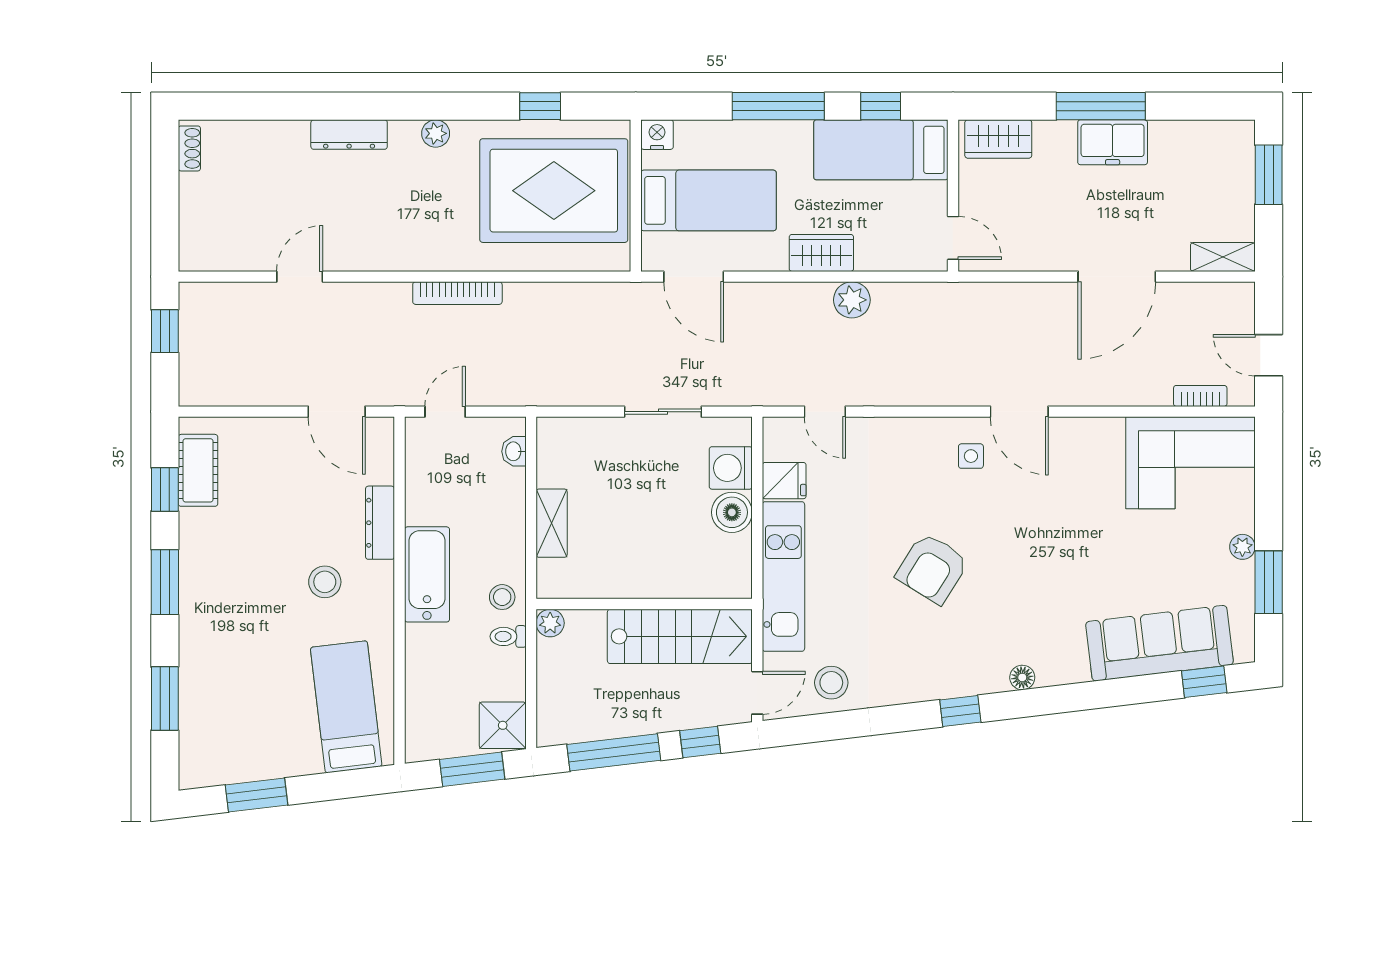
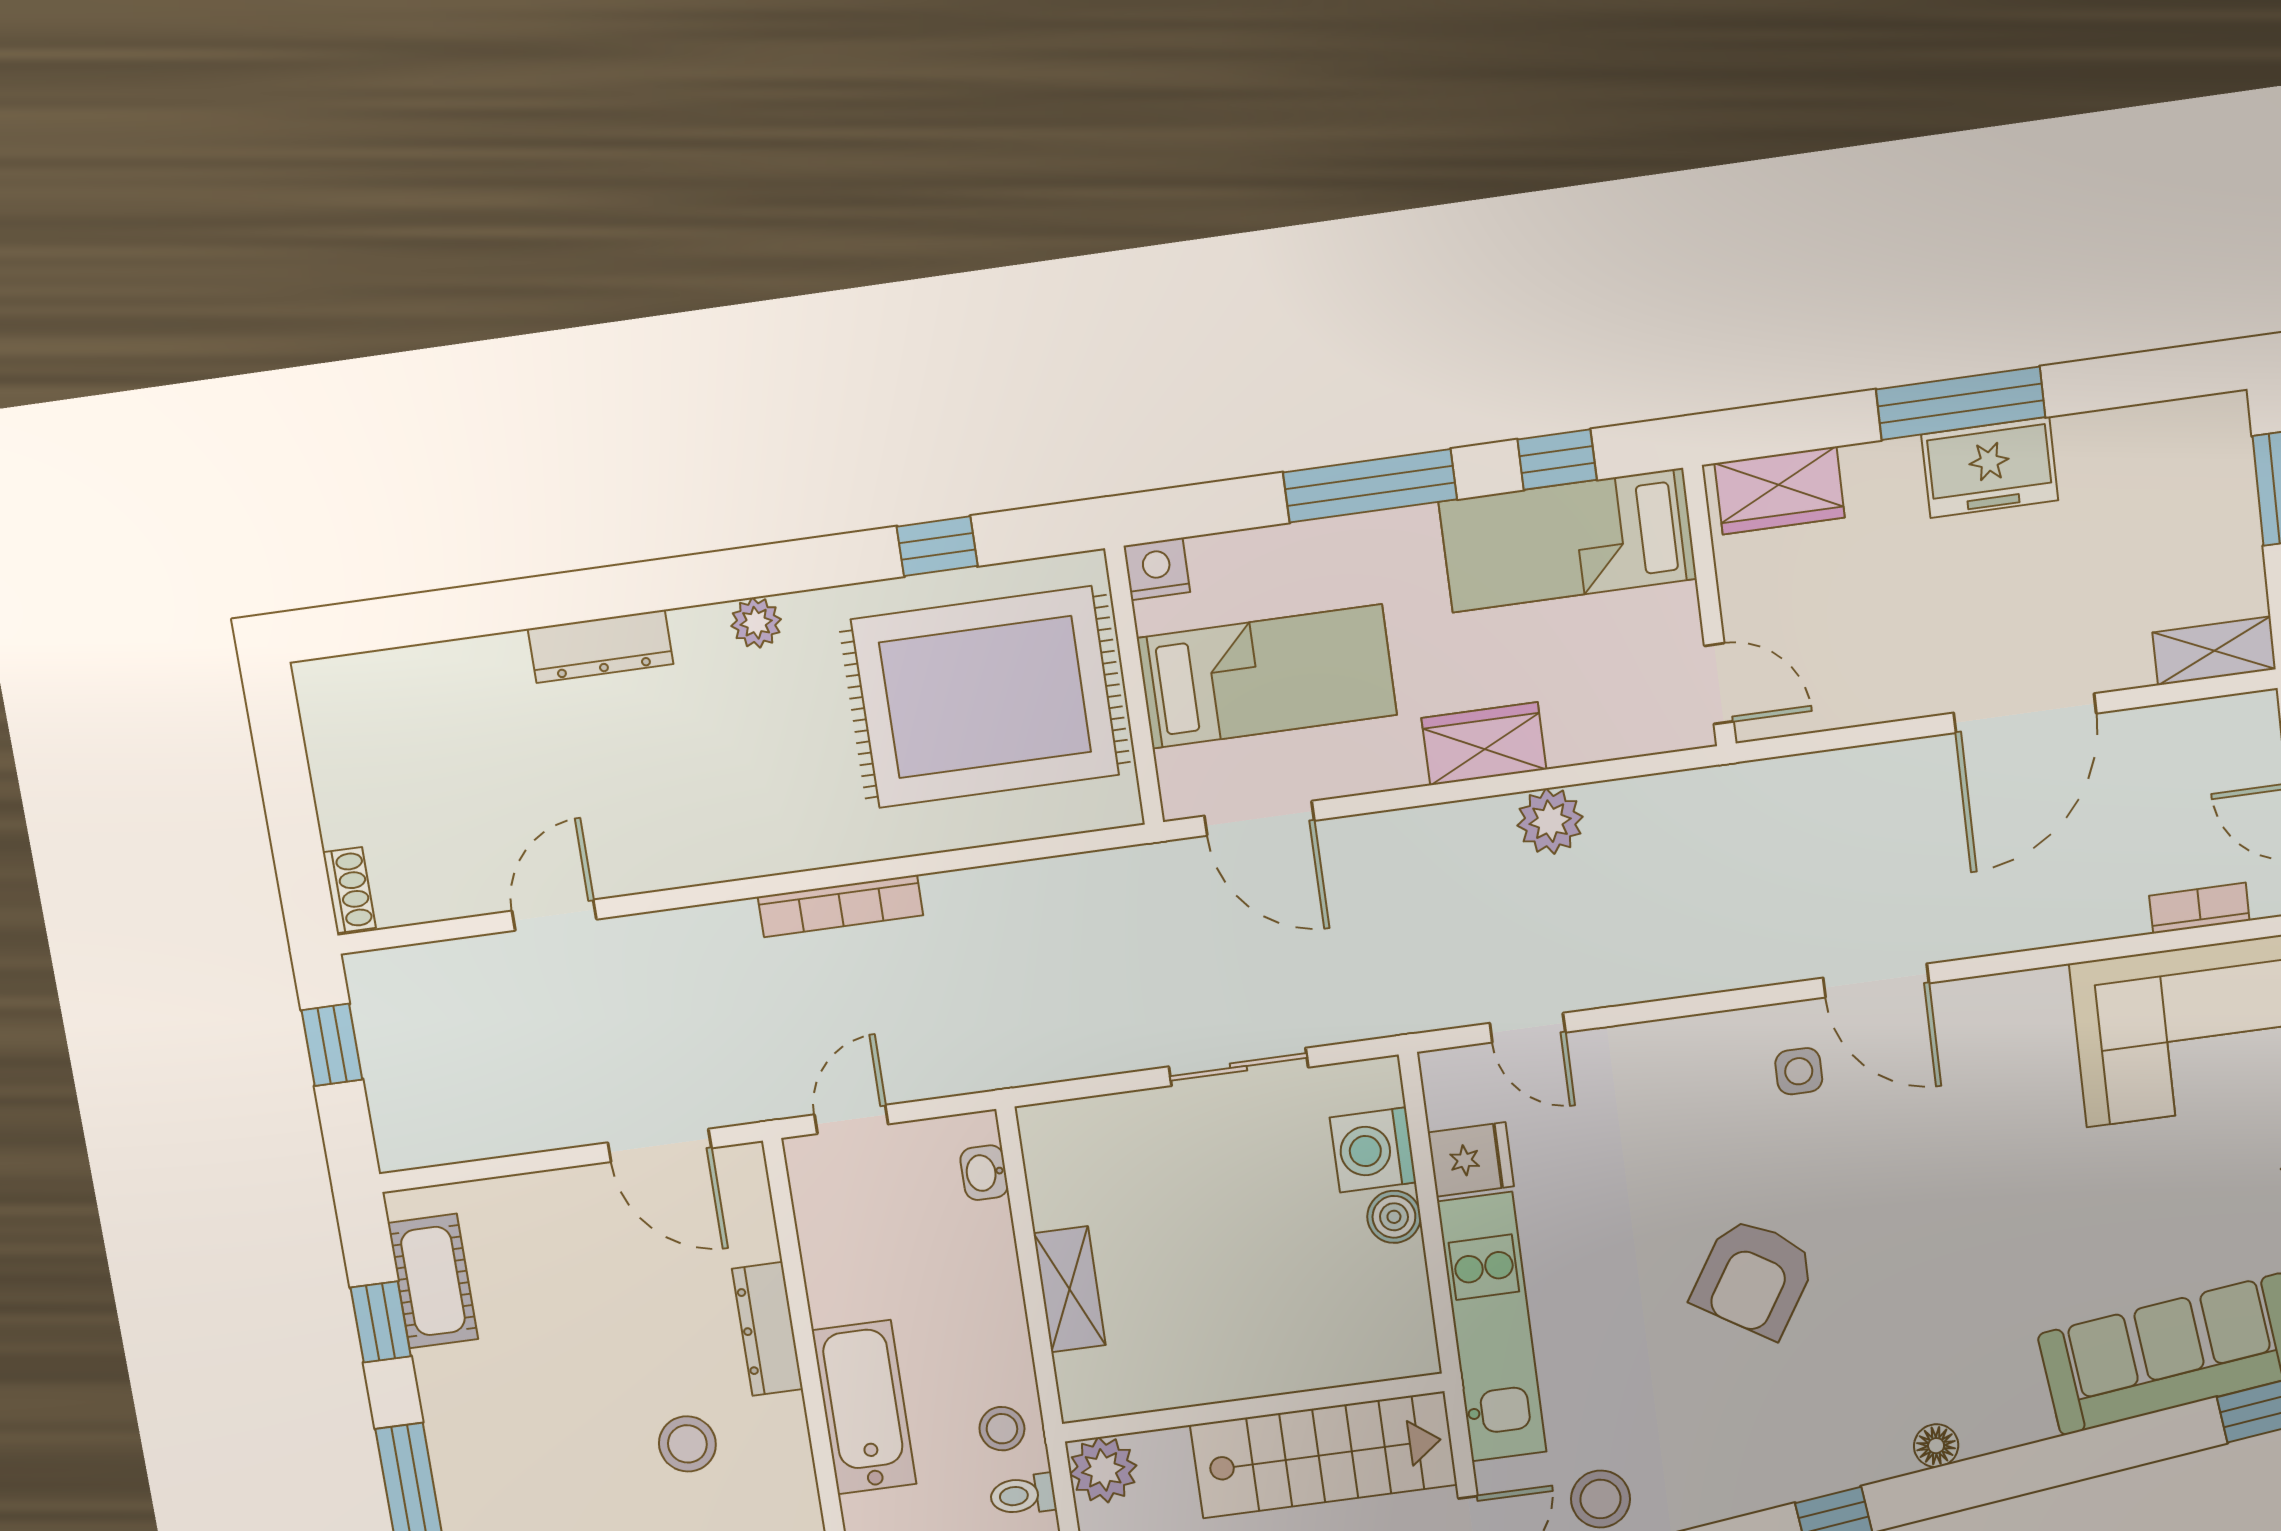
shoe rack: (189, 148) -> (349, 890), moved
boiler: (732, 512) -> (1394, 1217), width x0.73, depth x0.73
plant: (550, 623) -> (1103, 1470), width x1.38, depth x1.38

